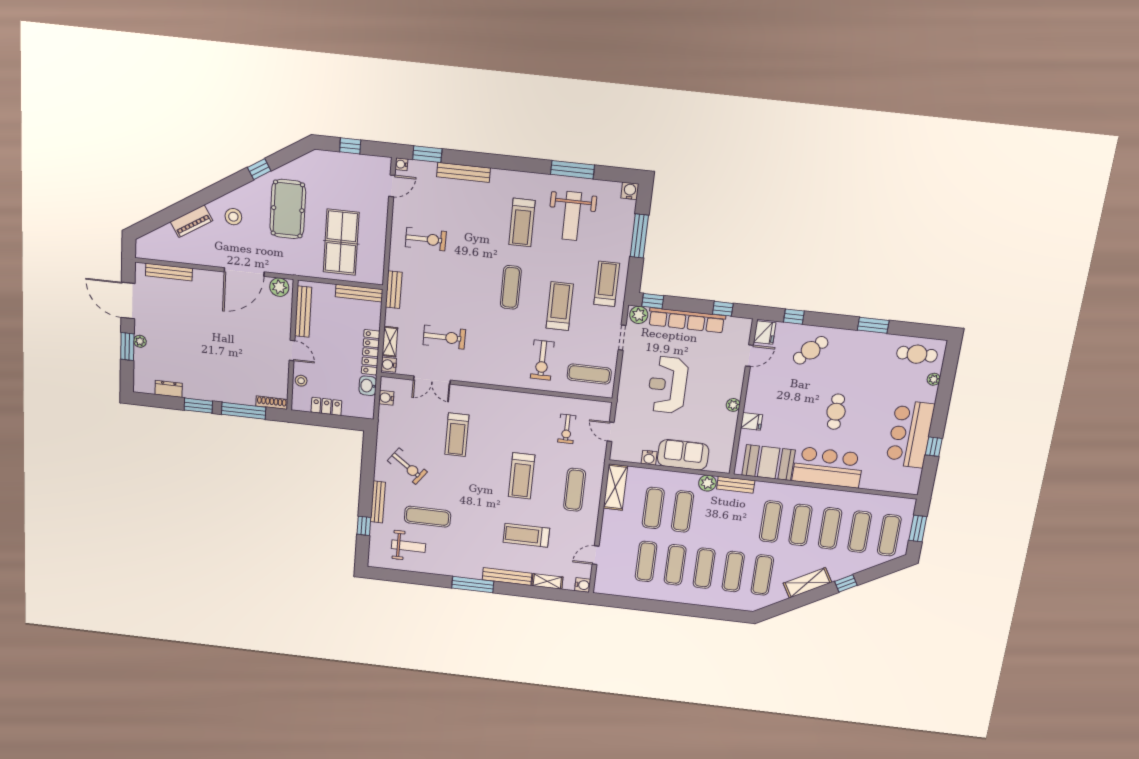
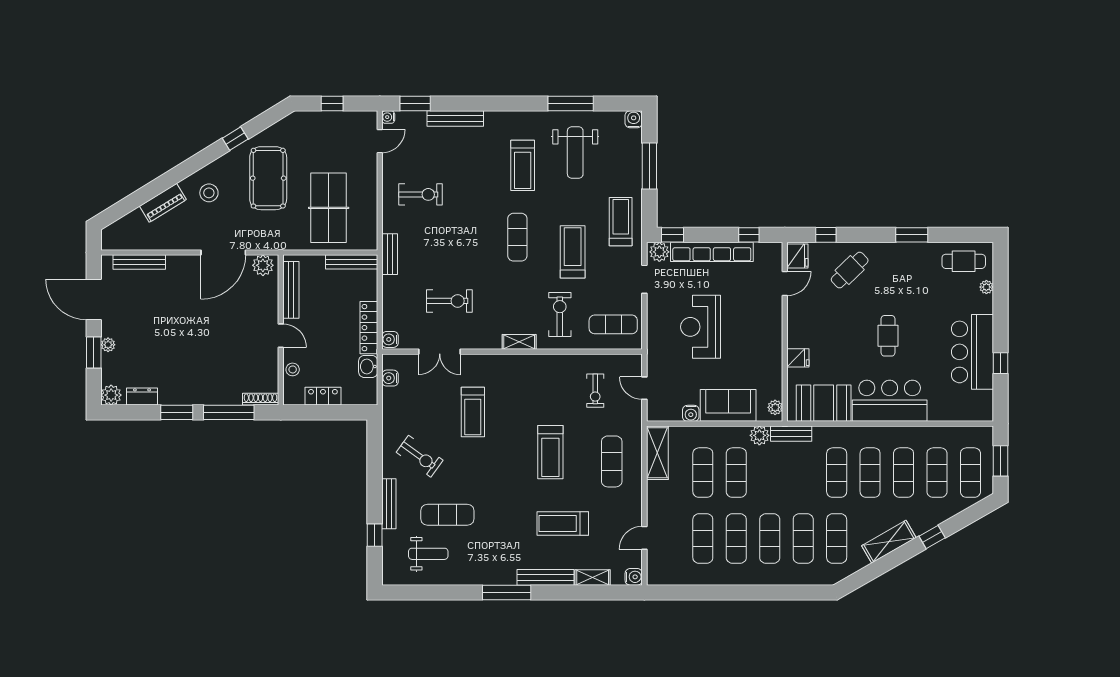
shelving: (390, 342) -> (519, 342), moved, turned 90
exercise bike: (542, 360) -> (560, 315), turned 180
plant: (142, 384) -> (111, 395), added
plant: (733, 405) -> (775, 407), moved

